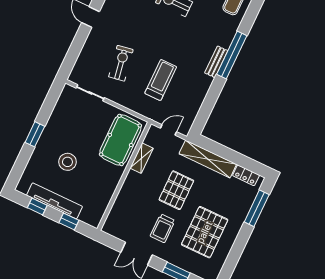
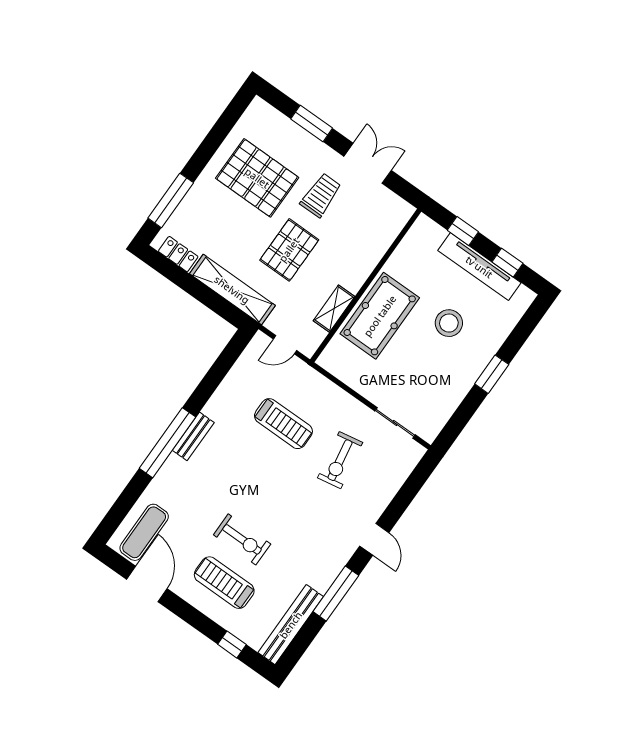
treadmill: (161, 80) -> (283, 424), turned -90
pool table: (120, 140) -> (380, 316), moved
pallet: (205, 232) -> (257, 178), turned 90

